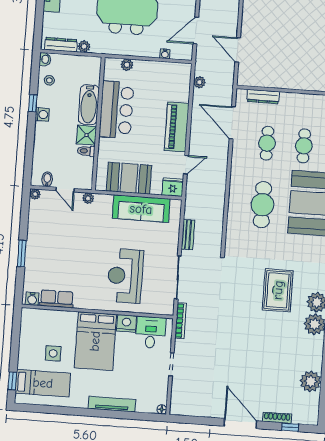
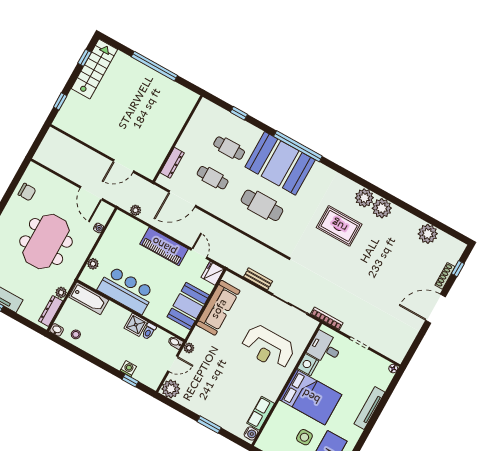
window: (33, 103) -> (130, 381), moved
bathtub: (89, 105) -> (89, 298), moved
washing machine: (42, 114) -> (128, 369), moved
bidet: (47, 179) -> (175, 342), moved
plant: (35, 194) -> (171, 389), width x1.87, depth x1.87

